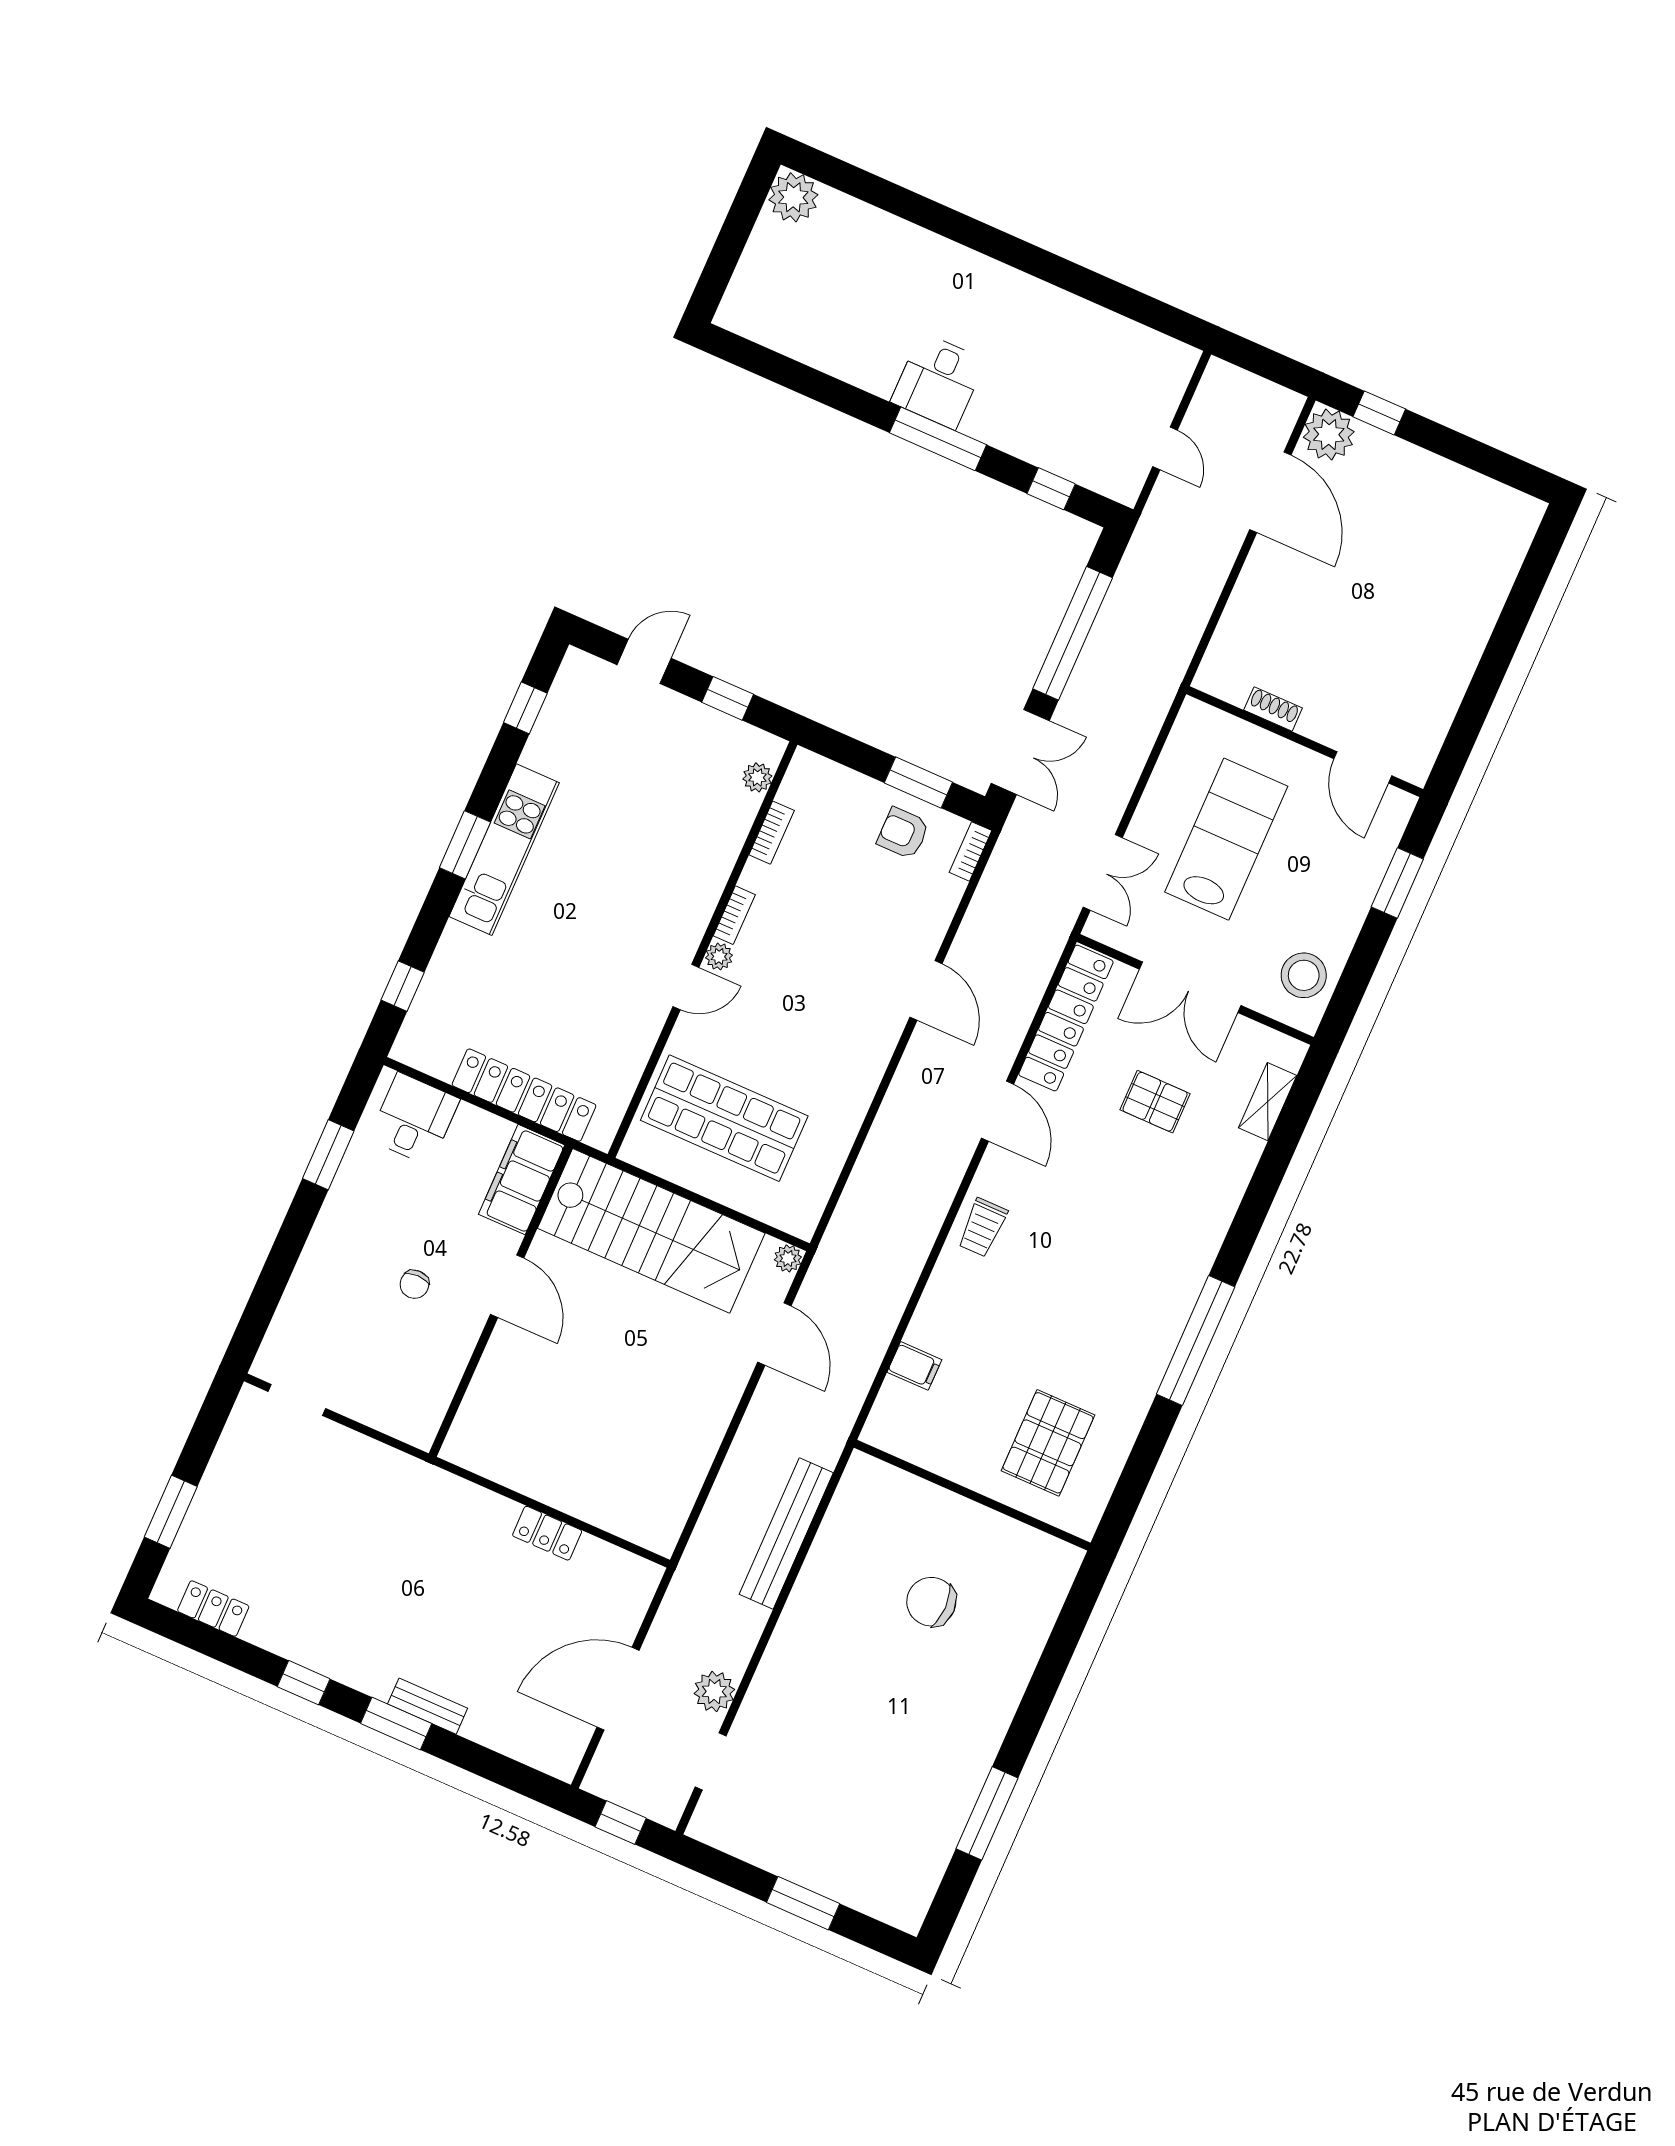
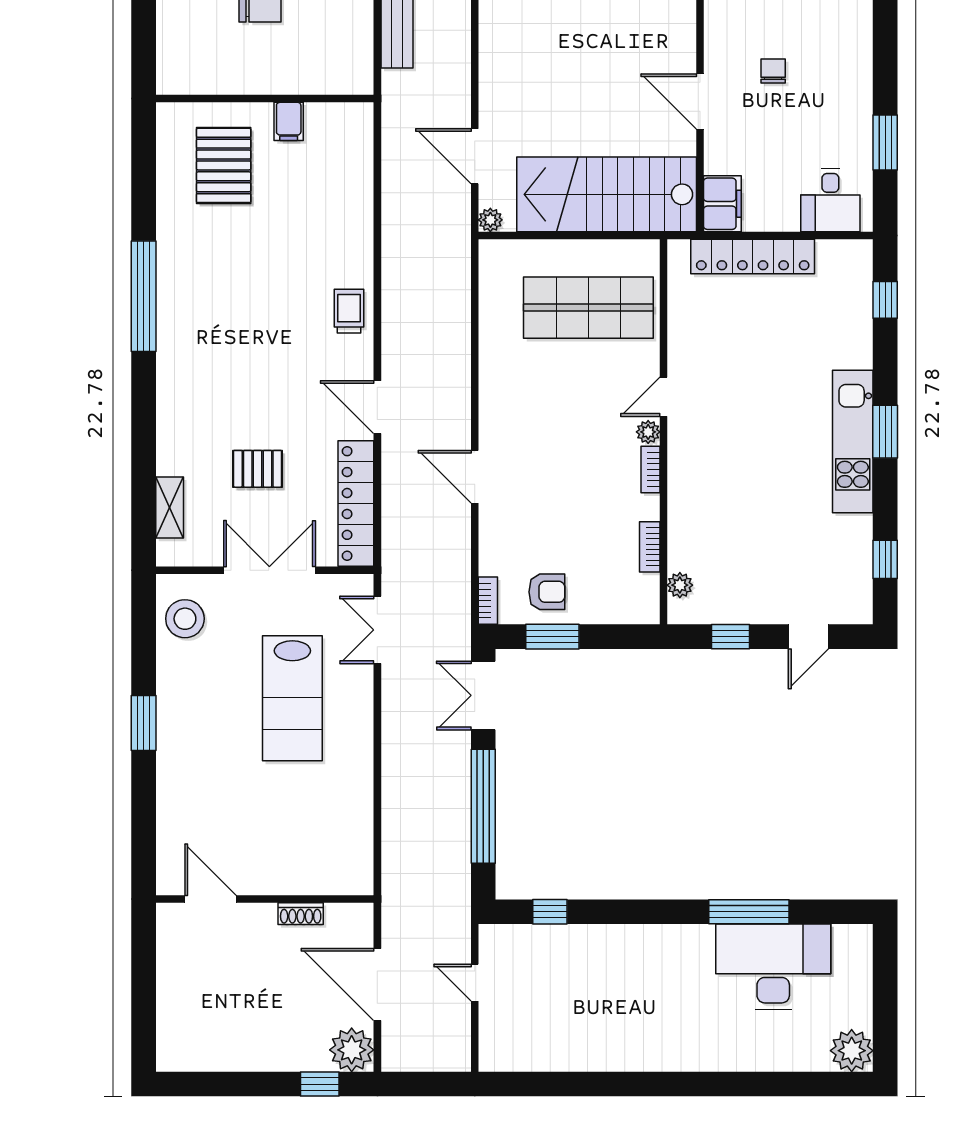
desk: (938, 381) -> (773, 967), moved, width x1.87, depth x1.30
window: (938, 439) -> (749, 912), moved
shoe rack: (1273, 709) -> (301, 914), moved
wall: (1305, 742) -> (265, 899), moved
door: (1363, 767) -> (211, 899), moved
filing cabinet: (522, 1180) -> (722, 204), width x0.67, depth x0.86
filing cabinet: (914, 1366) -> (289, 121), moved, turned -90

